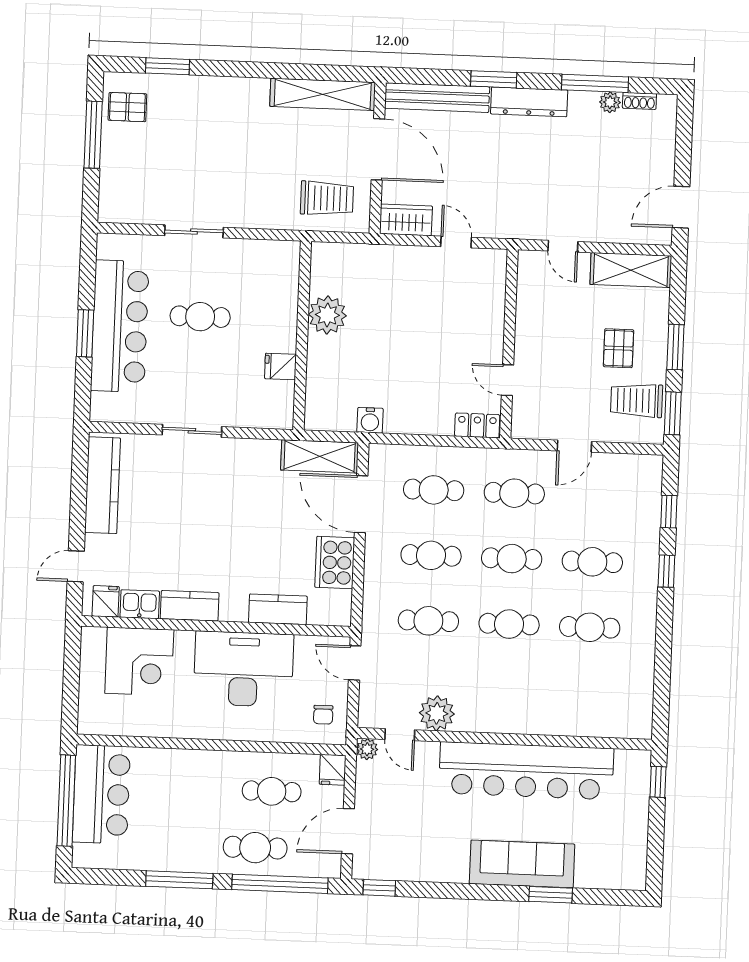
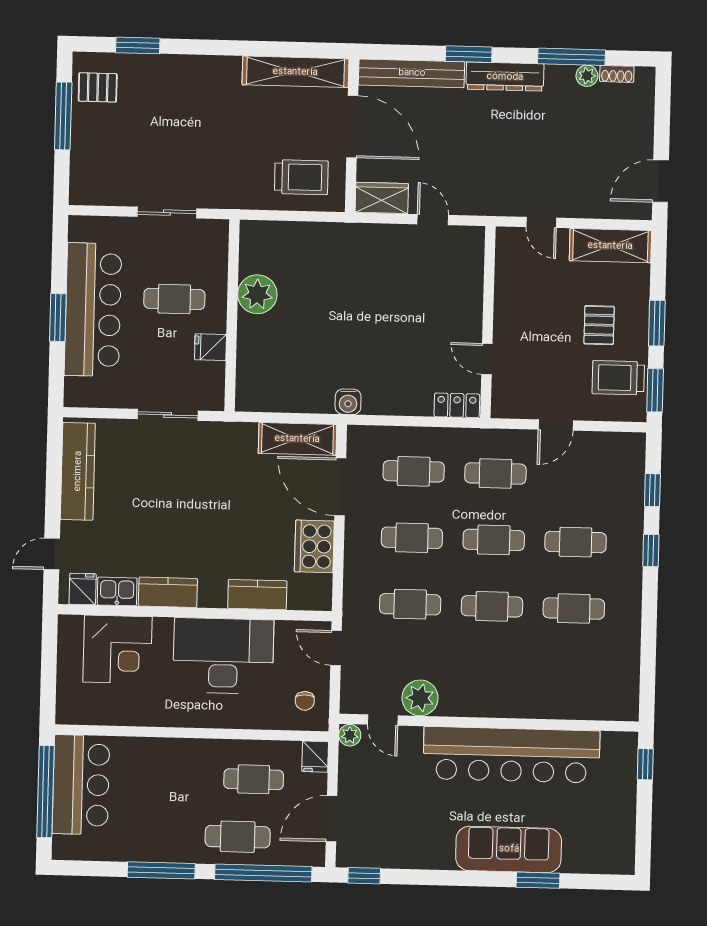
plant: (327, 315) -> (257, 294), moved
wall: (302, 336) -> (232, 315), moved
fridge: (280, 366) -> (210, 347), moved

